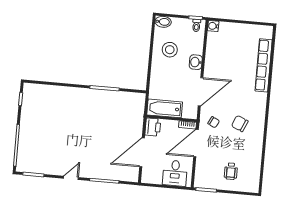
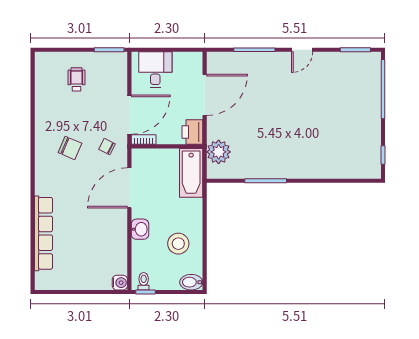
bathtub: (165, 108) -> (191, 173), moved, turned 90
plant: (136, 111) -> (219, 152), added

